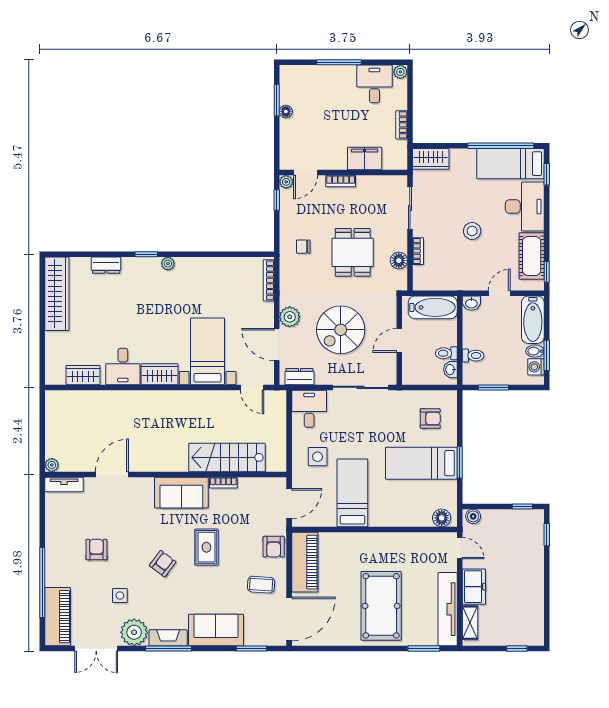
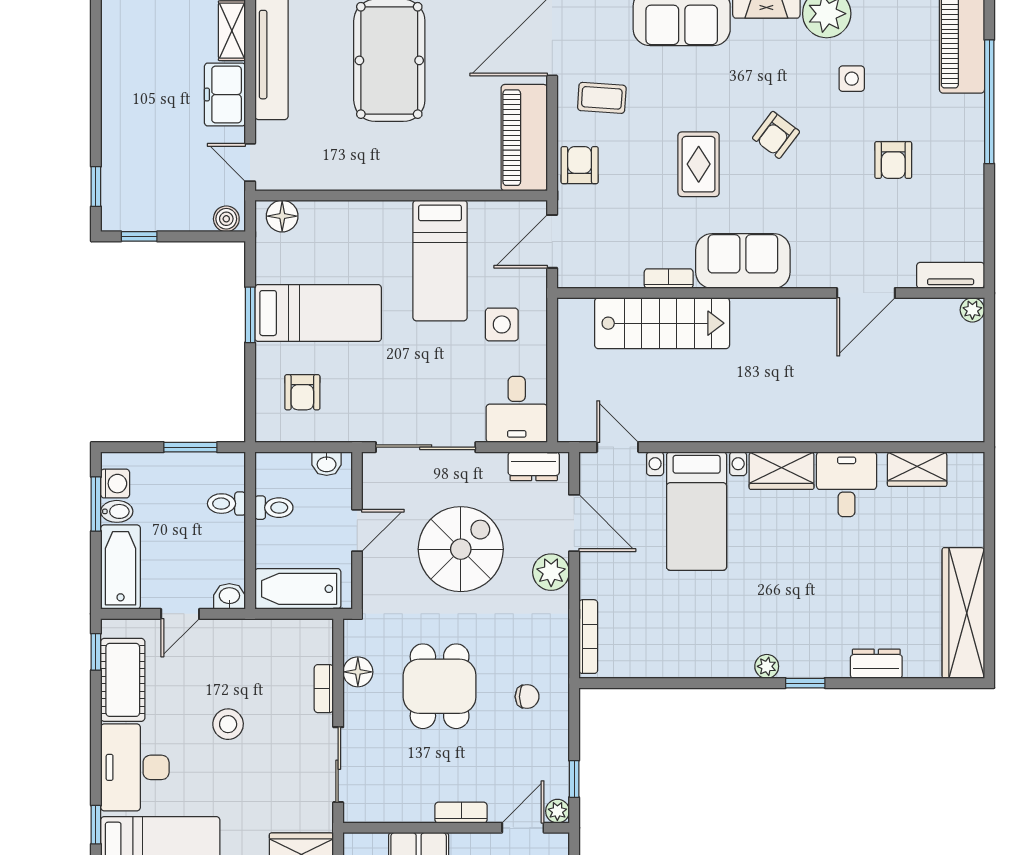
washbasin: (450, 370) -> (327, 464), moved, turned 90
armchair: (430, 418) -> (302, 392), turned -90

